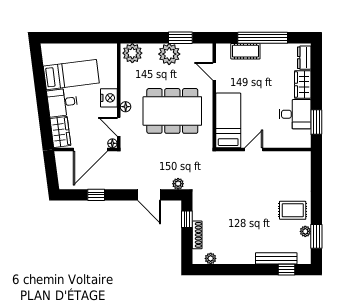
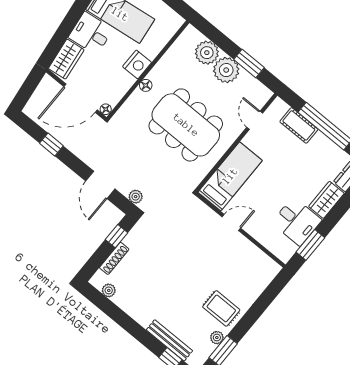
plant: (132, 53) -> (207, 53), moved
door: (119, 127) -> (124, 99), removed

